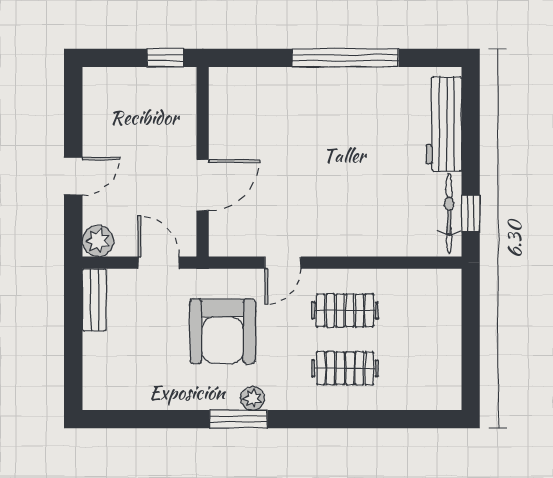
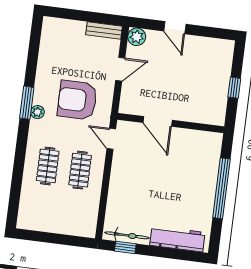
wall: (203, 162) -> (171, 123), moved
door: (203, 185) -> (158, 121), moved

